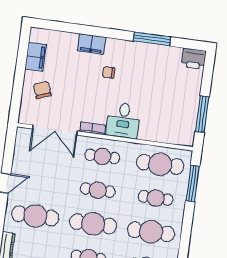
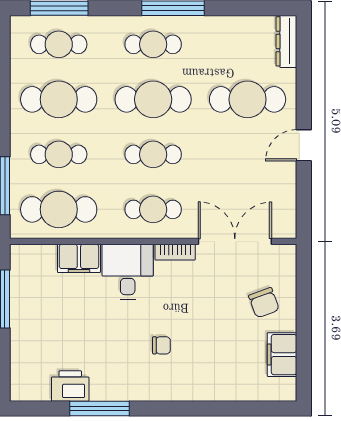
filing cabinet: (91, 44) -> (79, 258), moved, turned 180
printer: (194, 59) -> (70, 386), moved

